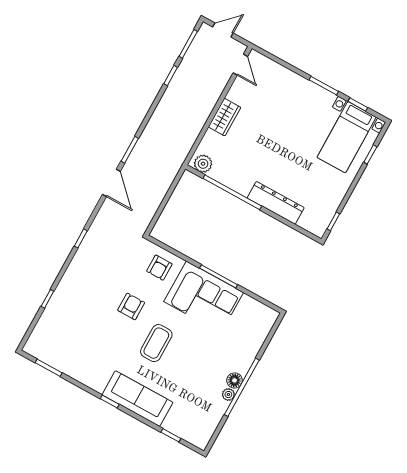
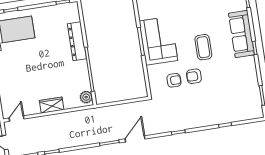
armchair: (159, 268) -> (174, 80), moved
coffee table: (156, 343) -> (203, 47), turned 90

